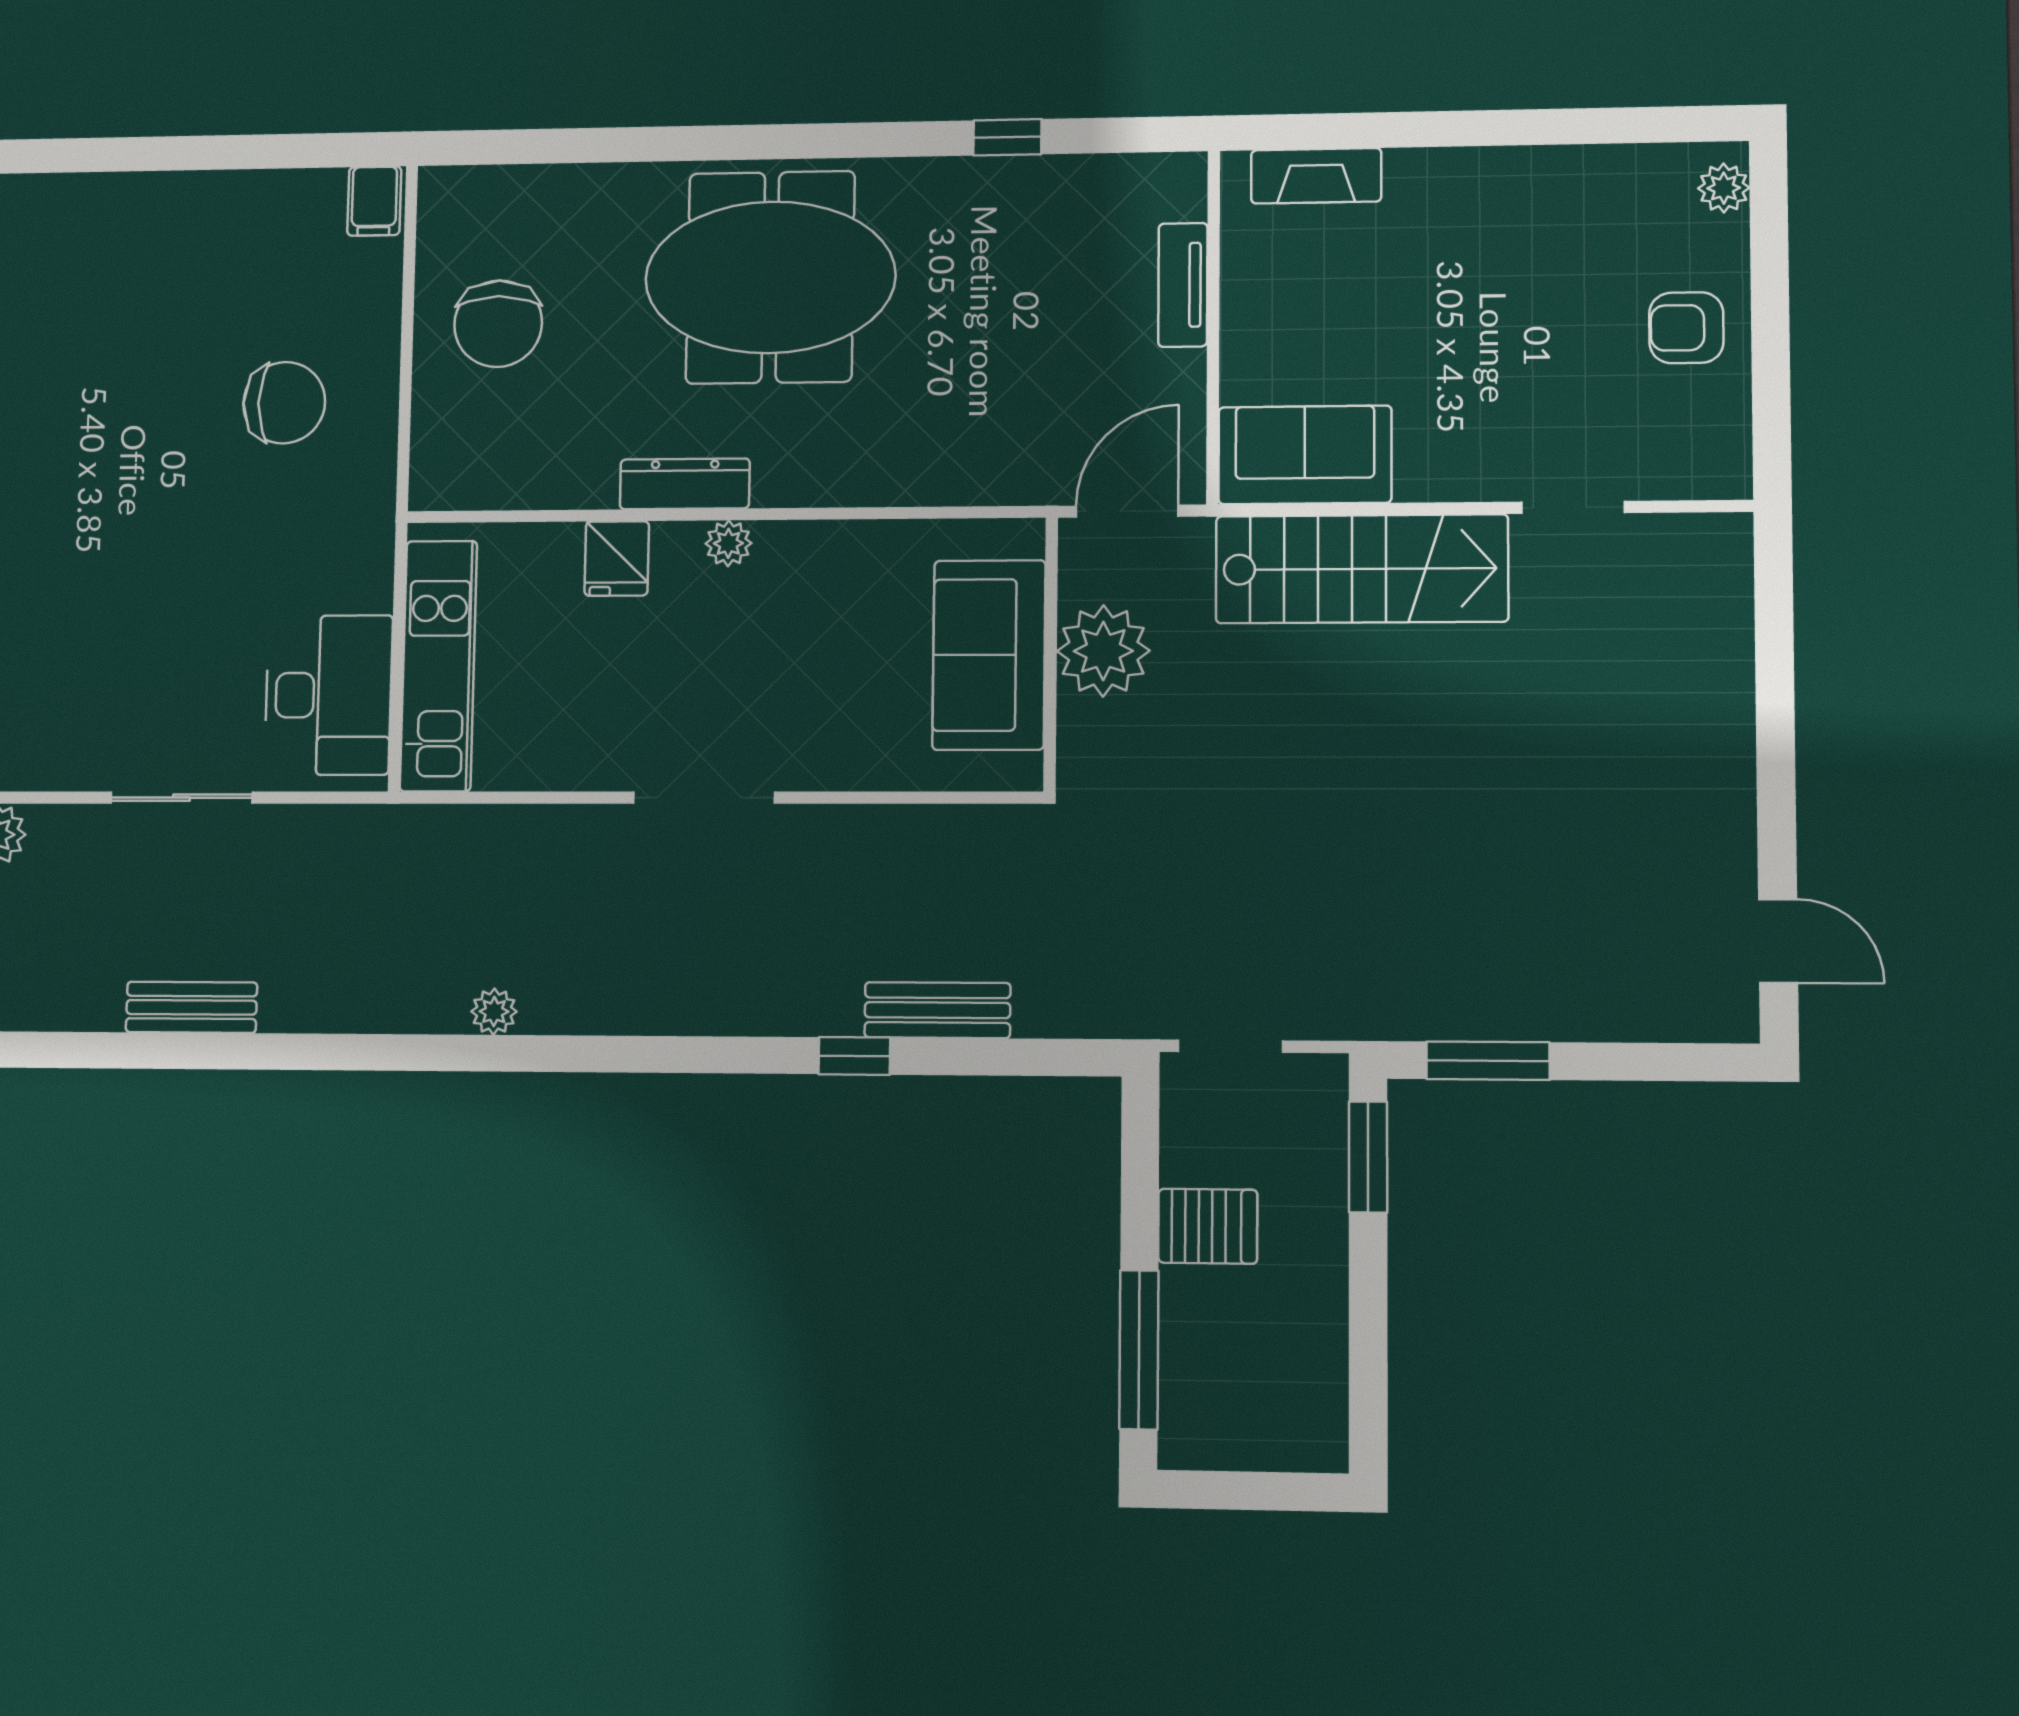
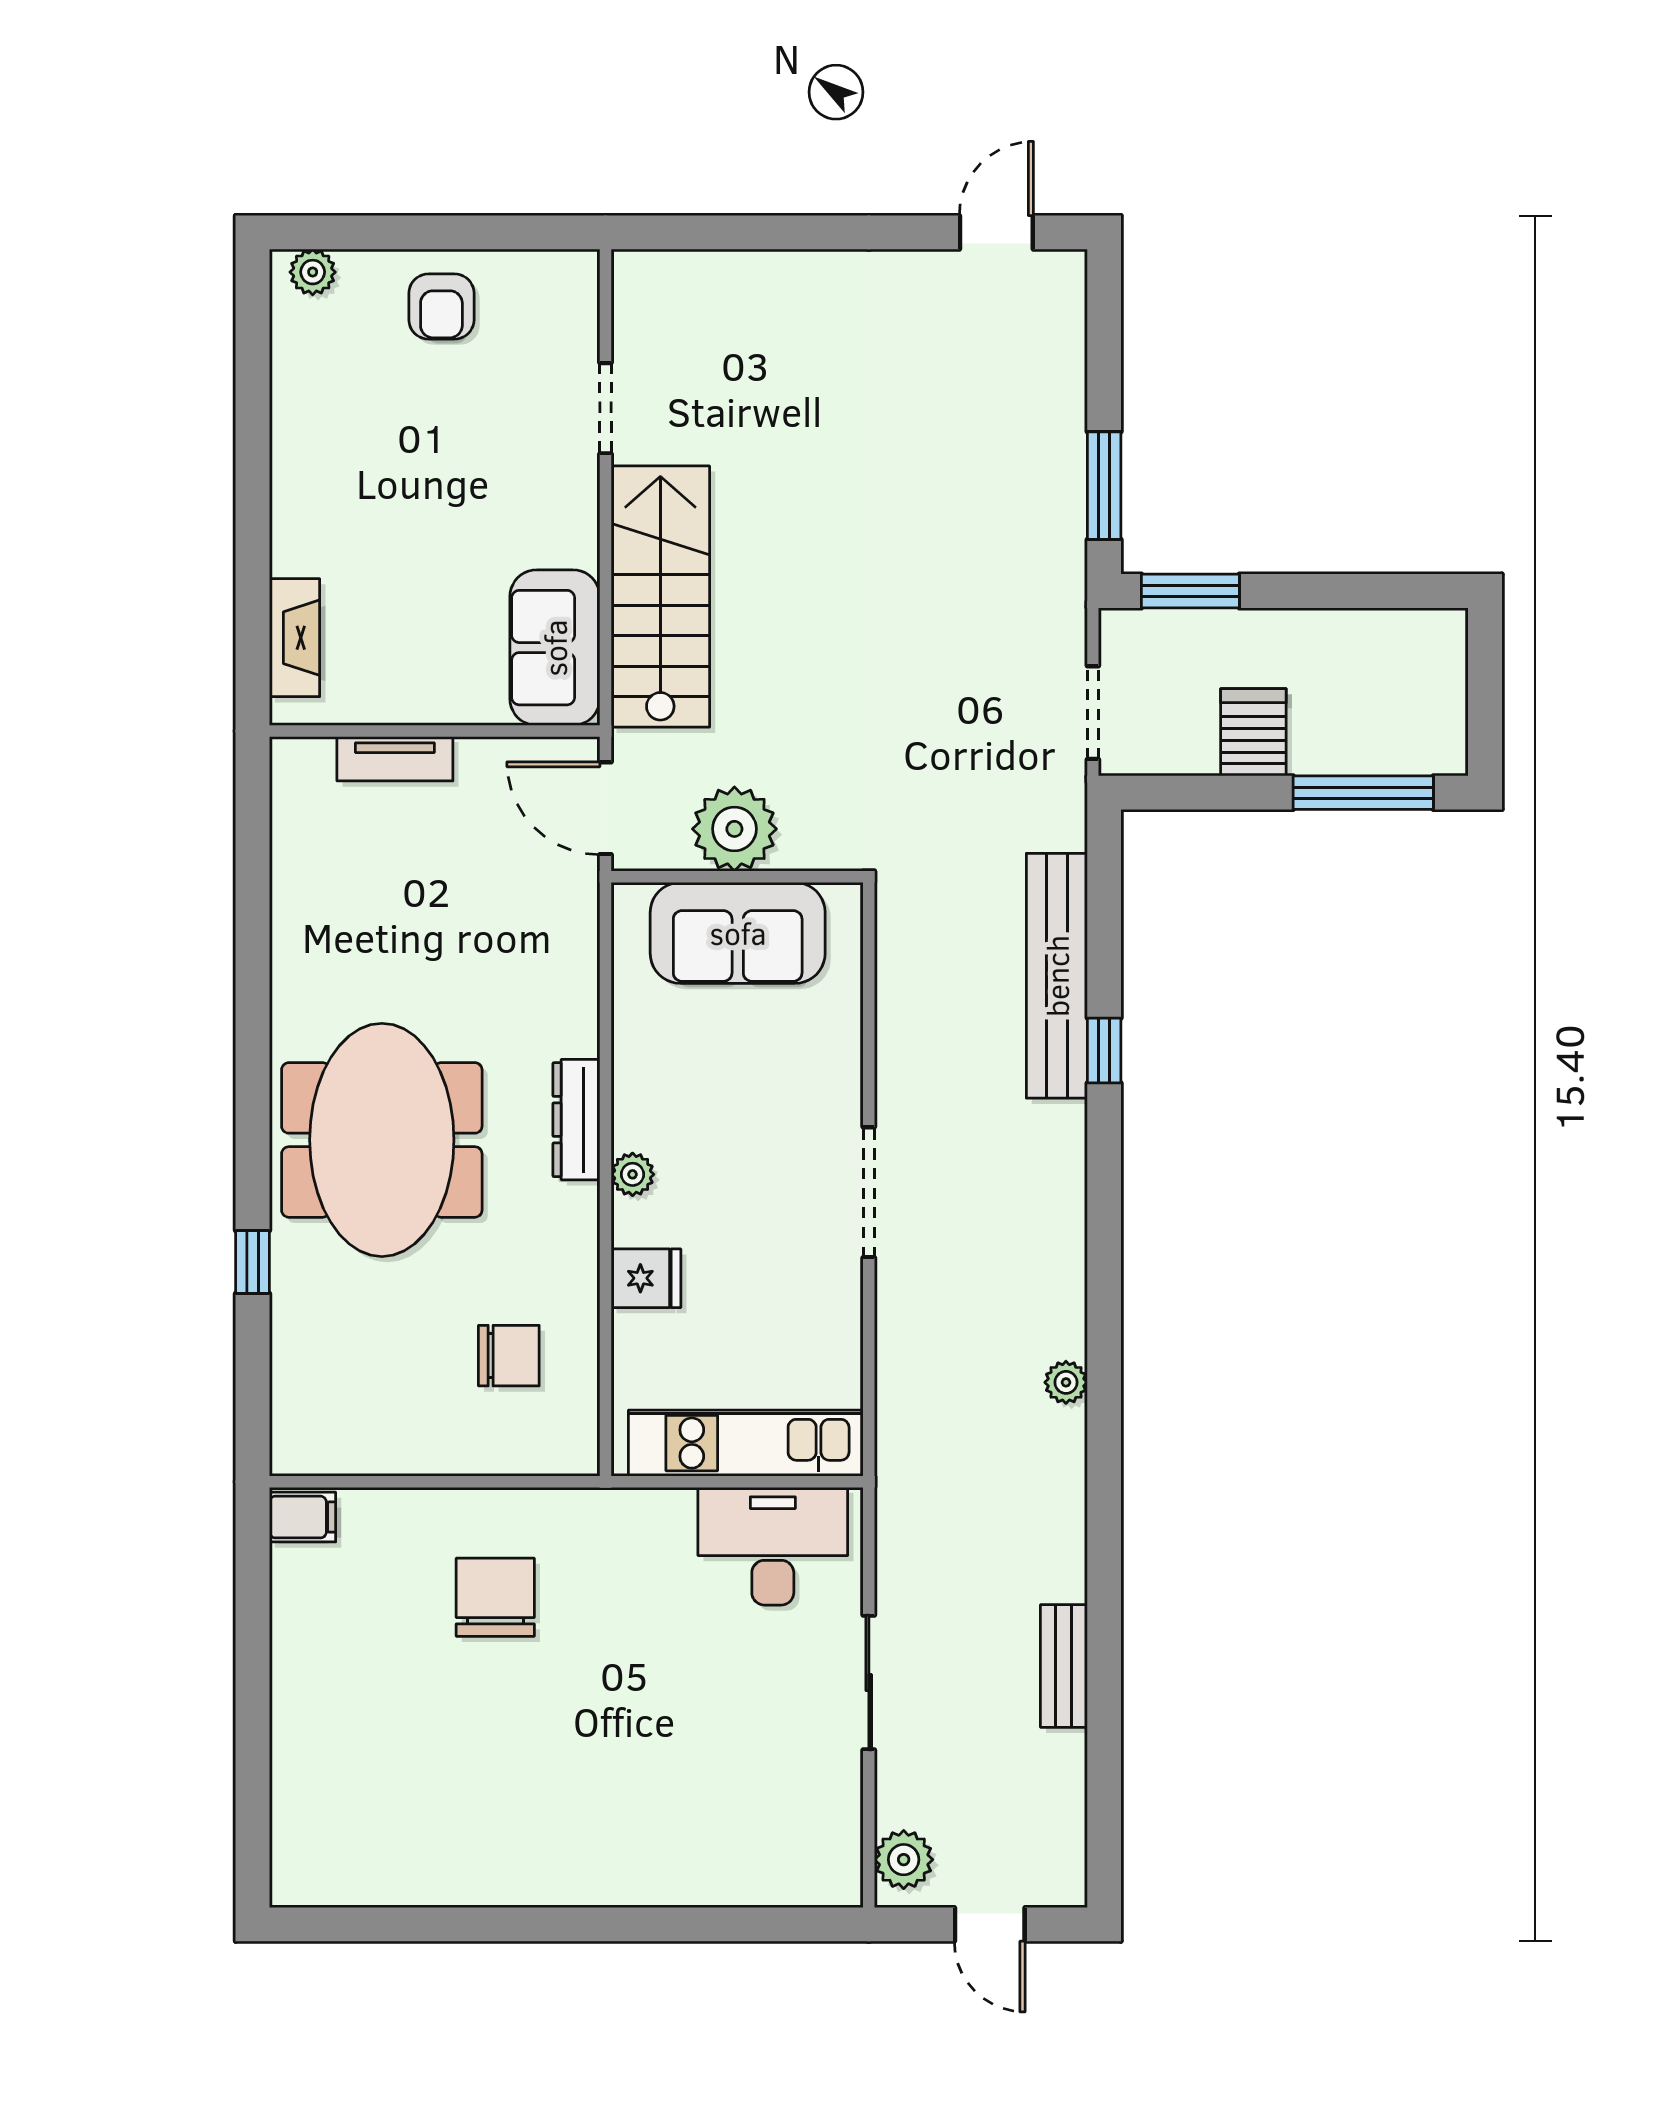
window: (1007, 137) -> (252, 1262), moved
chair: (498, 324) -> (509, 1356), moved, width x0.73, depth x0.73
dresser: (685, 484) -> (576, 1120), moved
bench: (937, 1010) -> (1057, 976), width x1.86, depth x1.21

